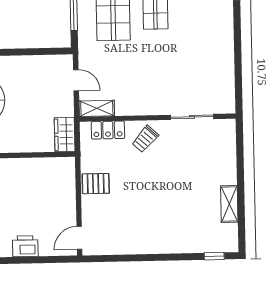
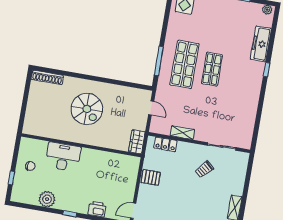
shelving: (97, 108) -> (182, 133), moved
trolley: (145, 139) -> (204, 169), moved

